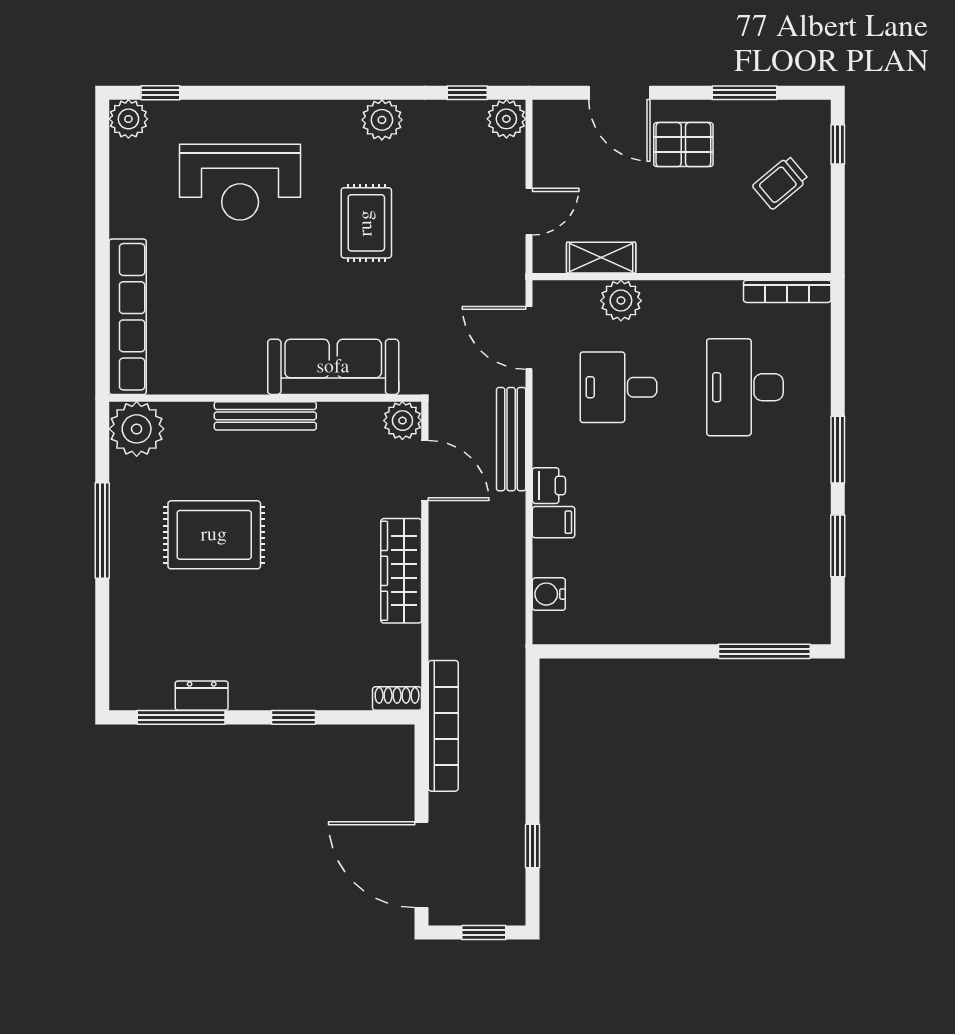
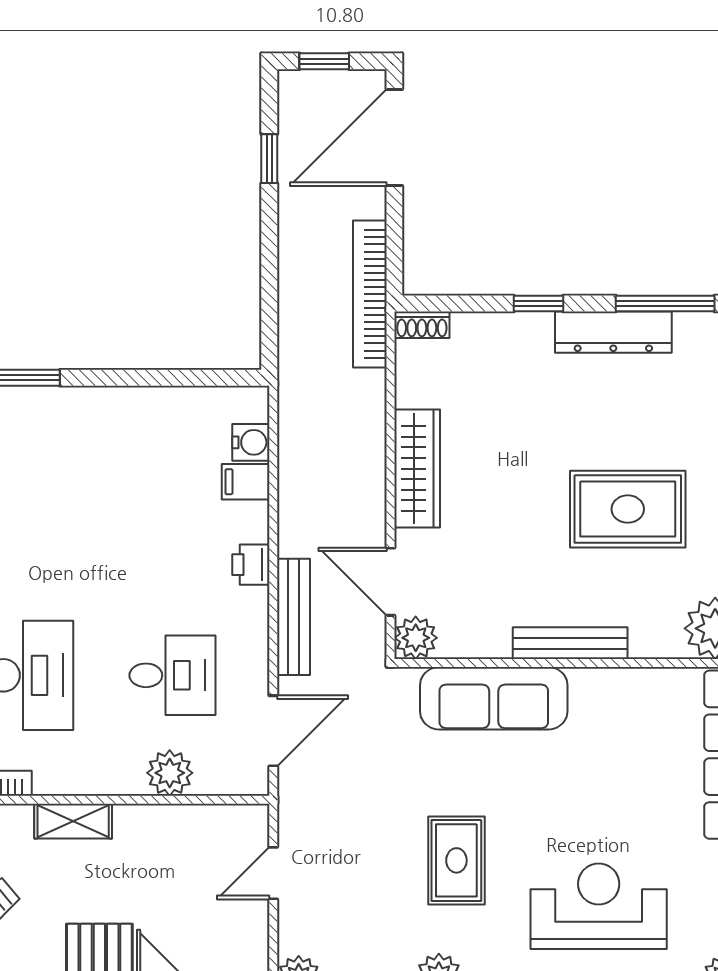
shelving: (601, 258) -> (73, 821), moved
door: (529, 338) -> (273, 731), hinge flipped
filing cabinet: (554, 522) -> (246, 482), moved
dresser: (202, 696) -> (613, 332), width x1.96, depth x1.24
door: (421, 865) -> (394, 138), swing flipped

